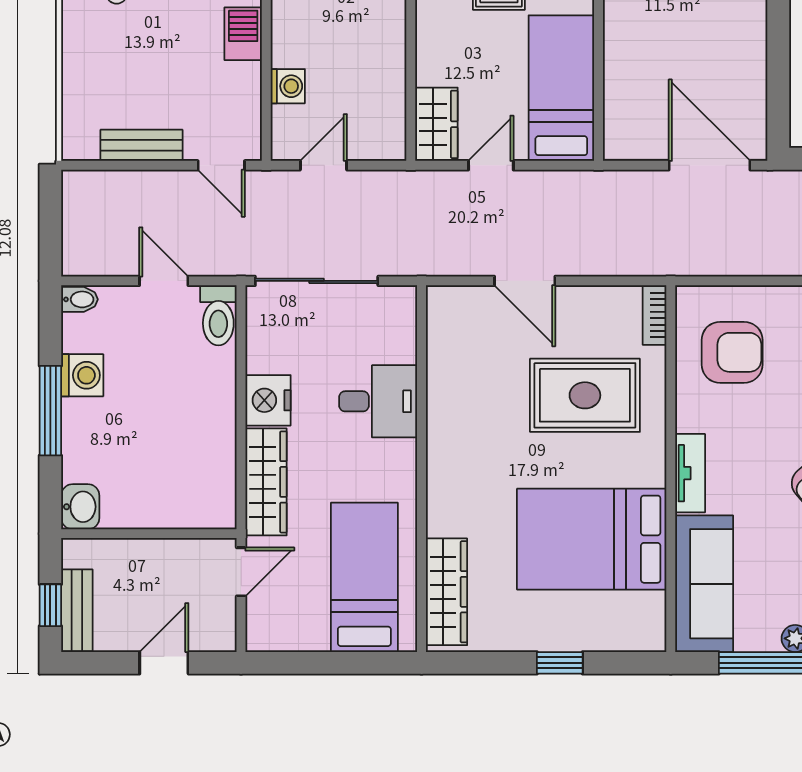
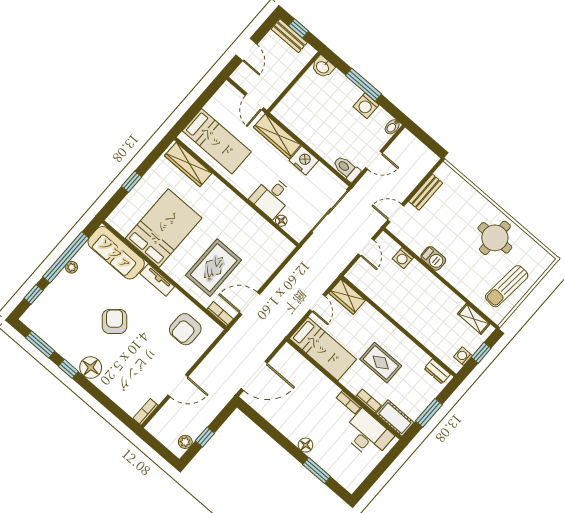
door: (525, 281) -> (249, 303), moved
floor lamp: (404, 349) -> (281, 221), added

